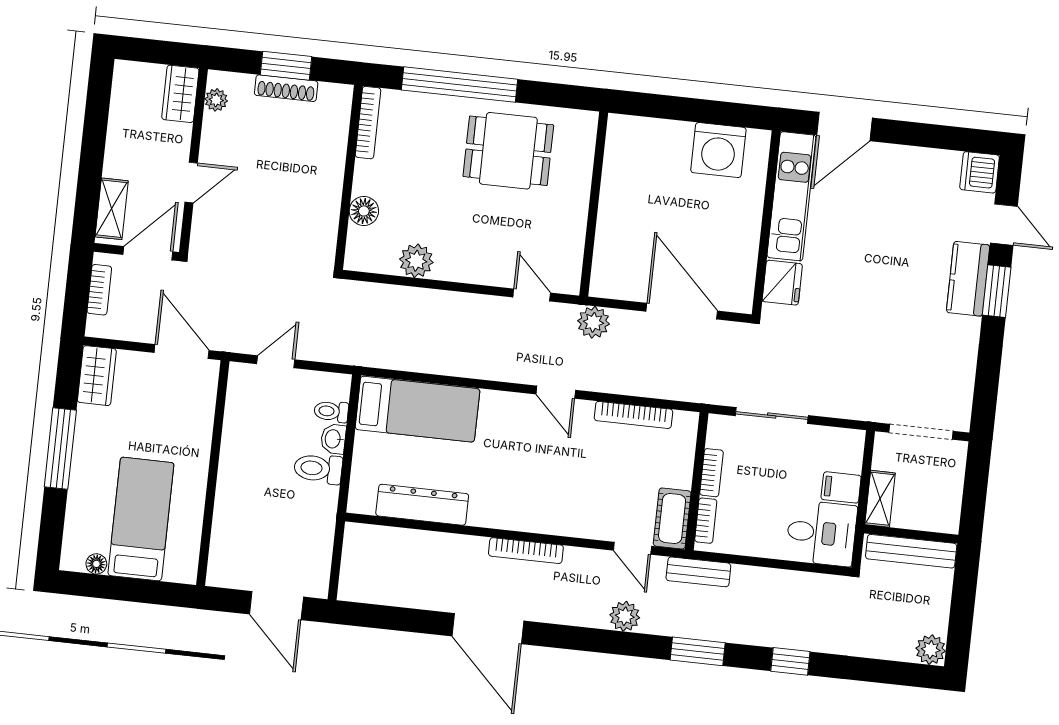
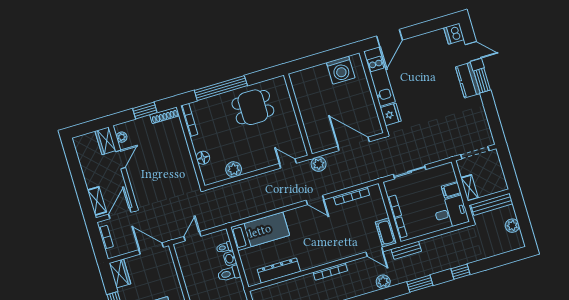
shoe rack: (286, 88) -> (165, 115), moved
door: (191, 183) -> (121, 159), moved
plant: (931, 650) -> (512, 226), moved

